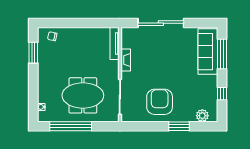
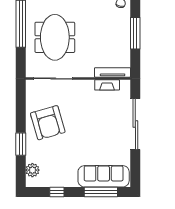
window: (79, 23) -> (135, 33), added
fireplace: (126, 60) -> (107, 85), moved
armchair: (160, 102) -> (48, 123), turned 74

